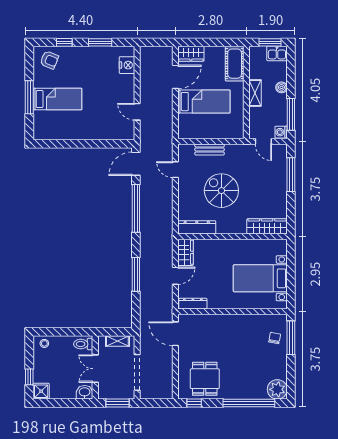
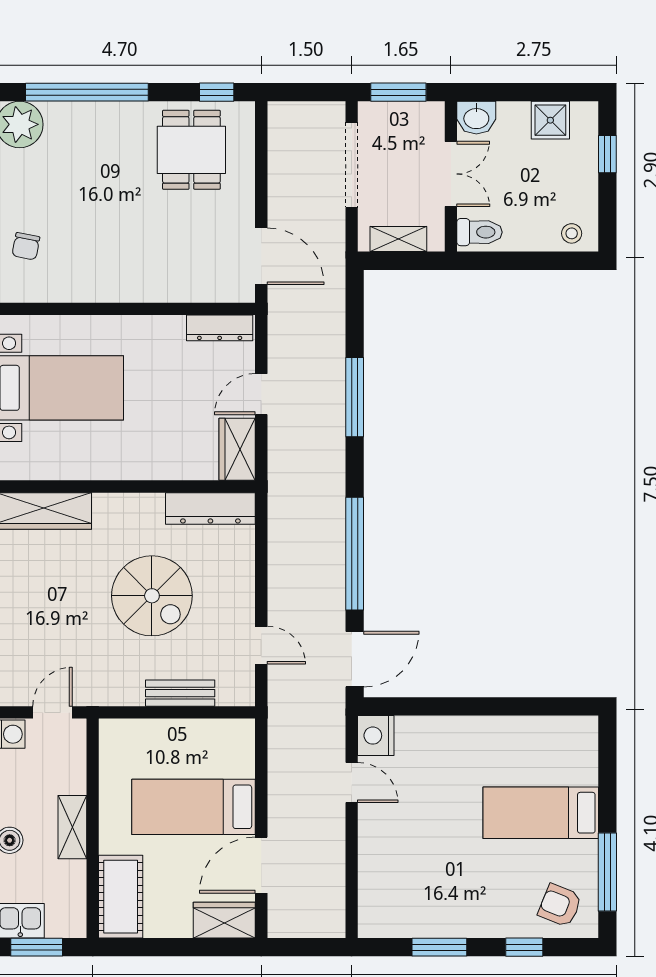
nightstand: (127, 65) -> (376, 736), moved
window: (29, 97) -> (607, 872), moved
door: (263, 141) -> (52, 712), hinge flipped
shower: (41, 391) -> (550, 120), moved

